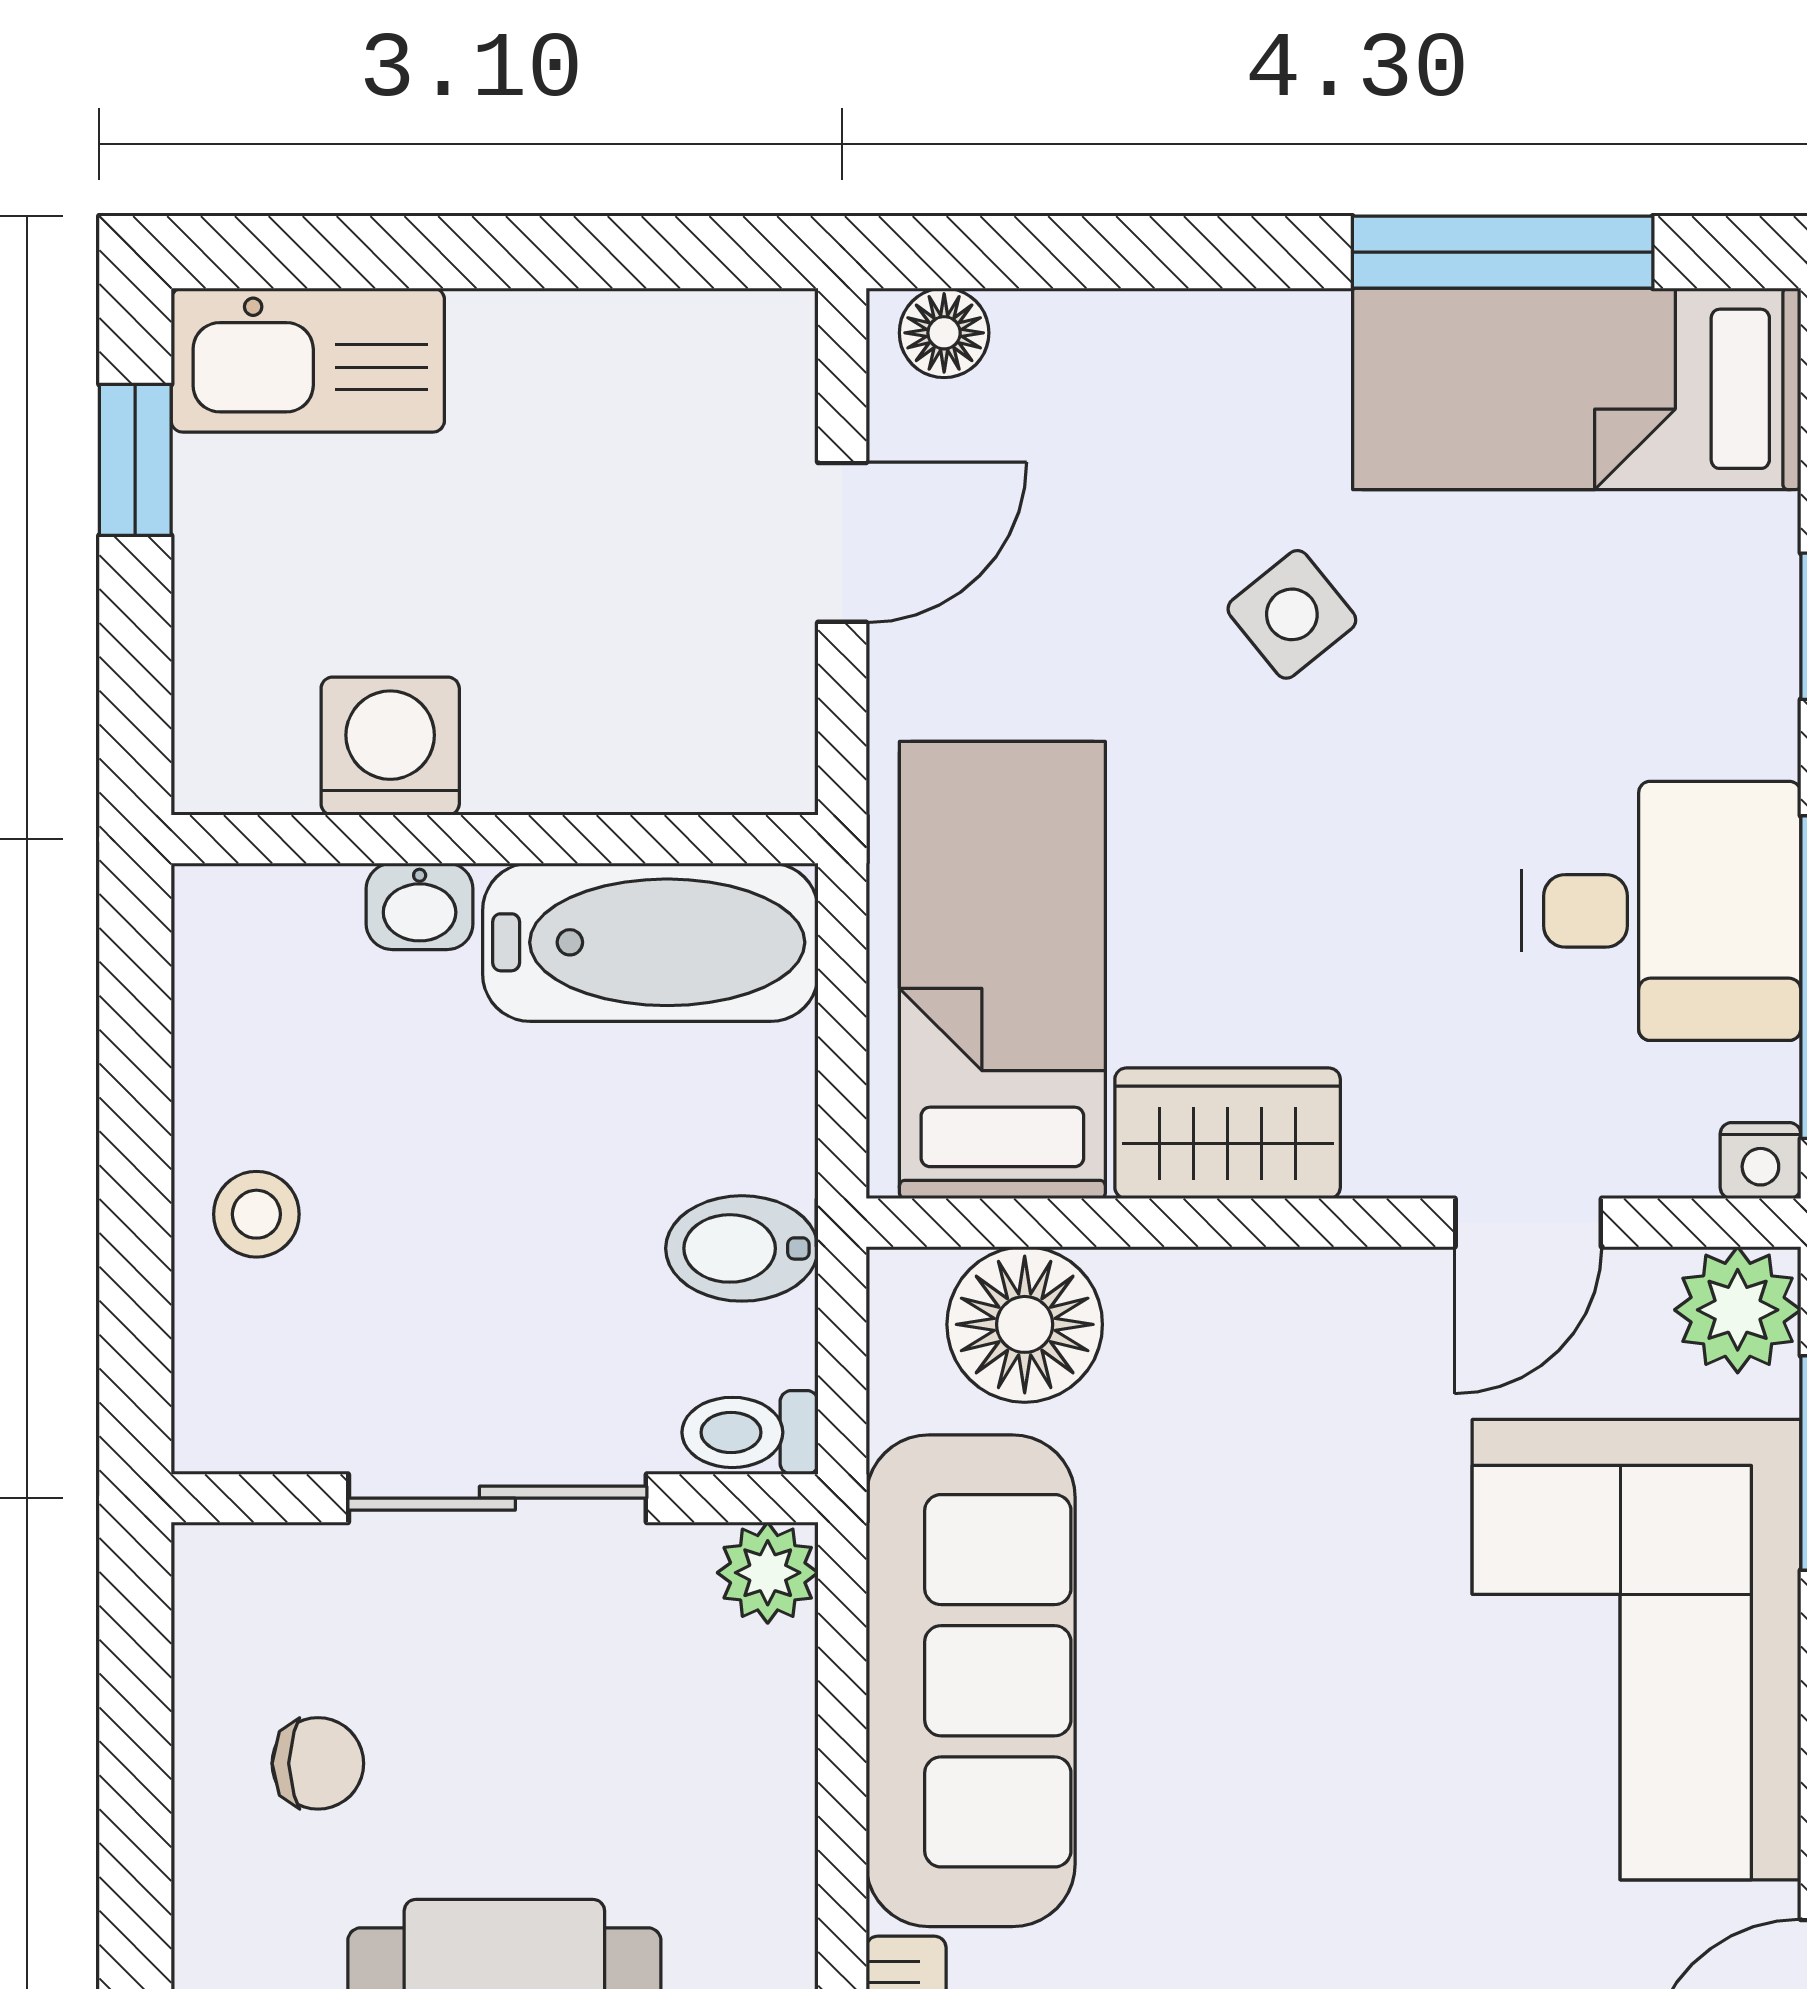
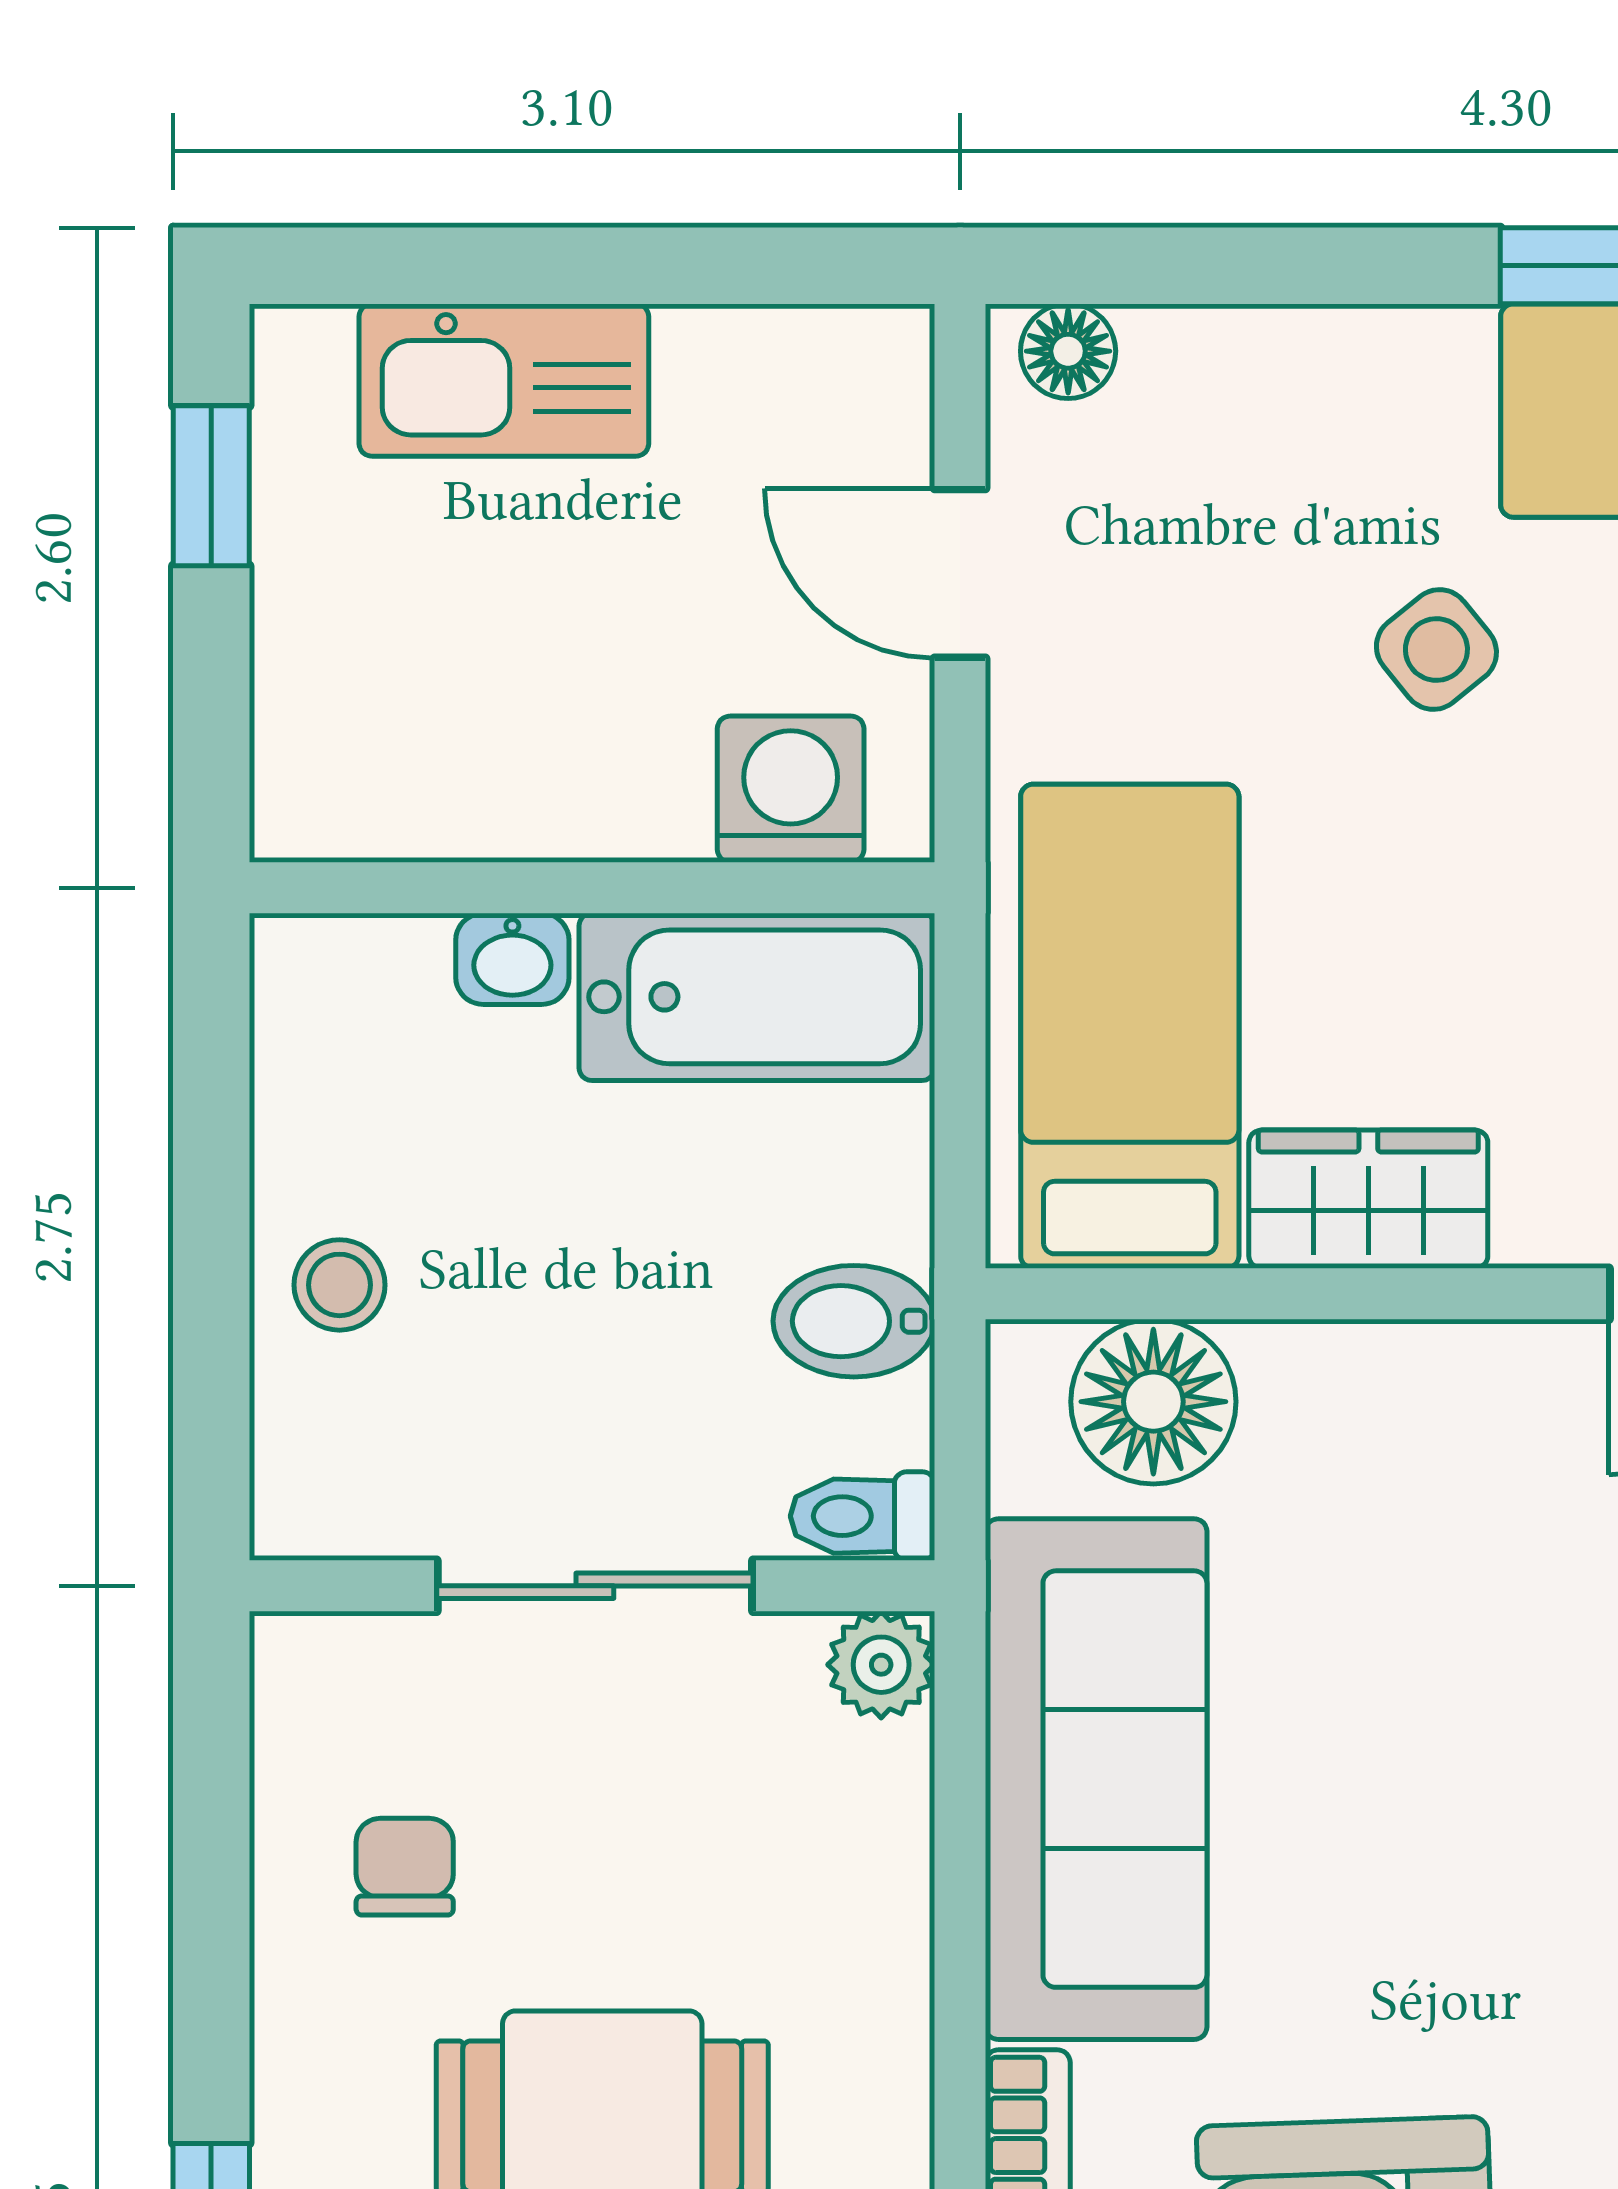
kitchen sink: (308, 360) -> (504, 380), moved
door: (842, 542) -> (960, 573), swing flipped
washing machine: (390, 746) -> (791, 789), moved
chair: (318, 1763) -> (405, 1867), turned -90

